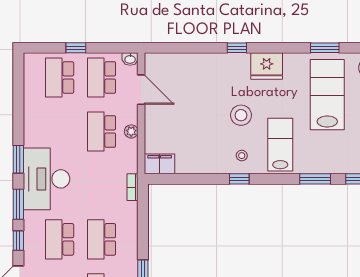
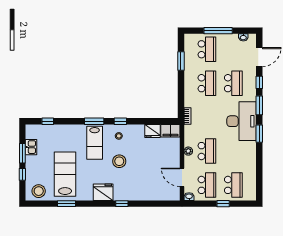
lab bench: (327, 95) -> (65, 174), turned 180
fridge: (188, 163) -> (152, 131), added
window: (315, 179) -> (94, 121), moved

